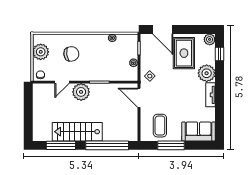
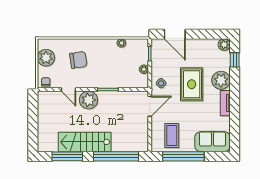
rug: (184, 53) -> (192, 84), moved
door: (62, 82) -> (68, 90), hinge flipped
door: (139, 98) -> (150, 106), swing flipped
window: (171, 145) -> (183, 156), width x1.46

